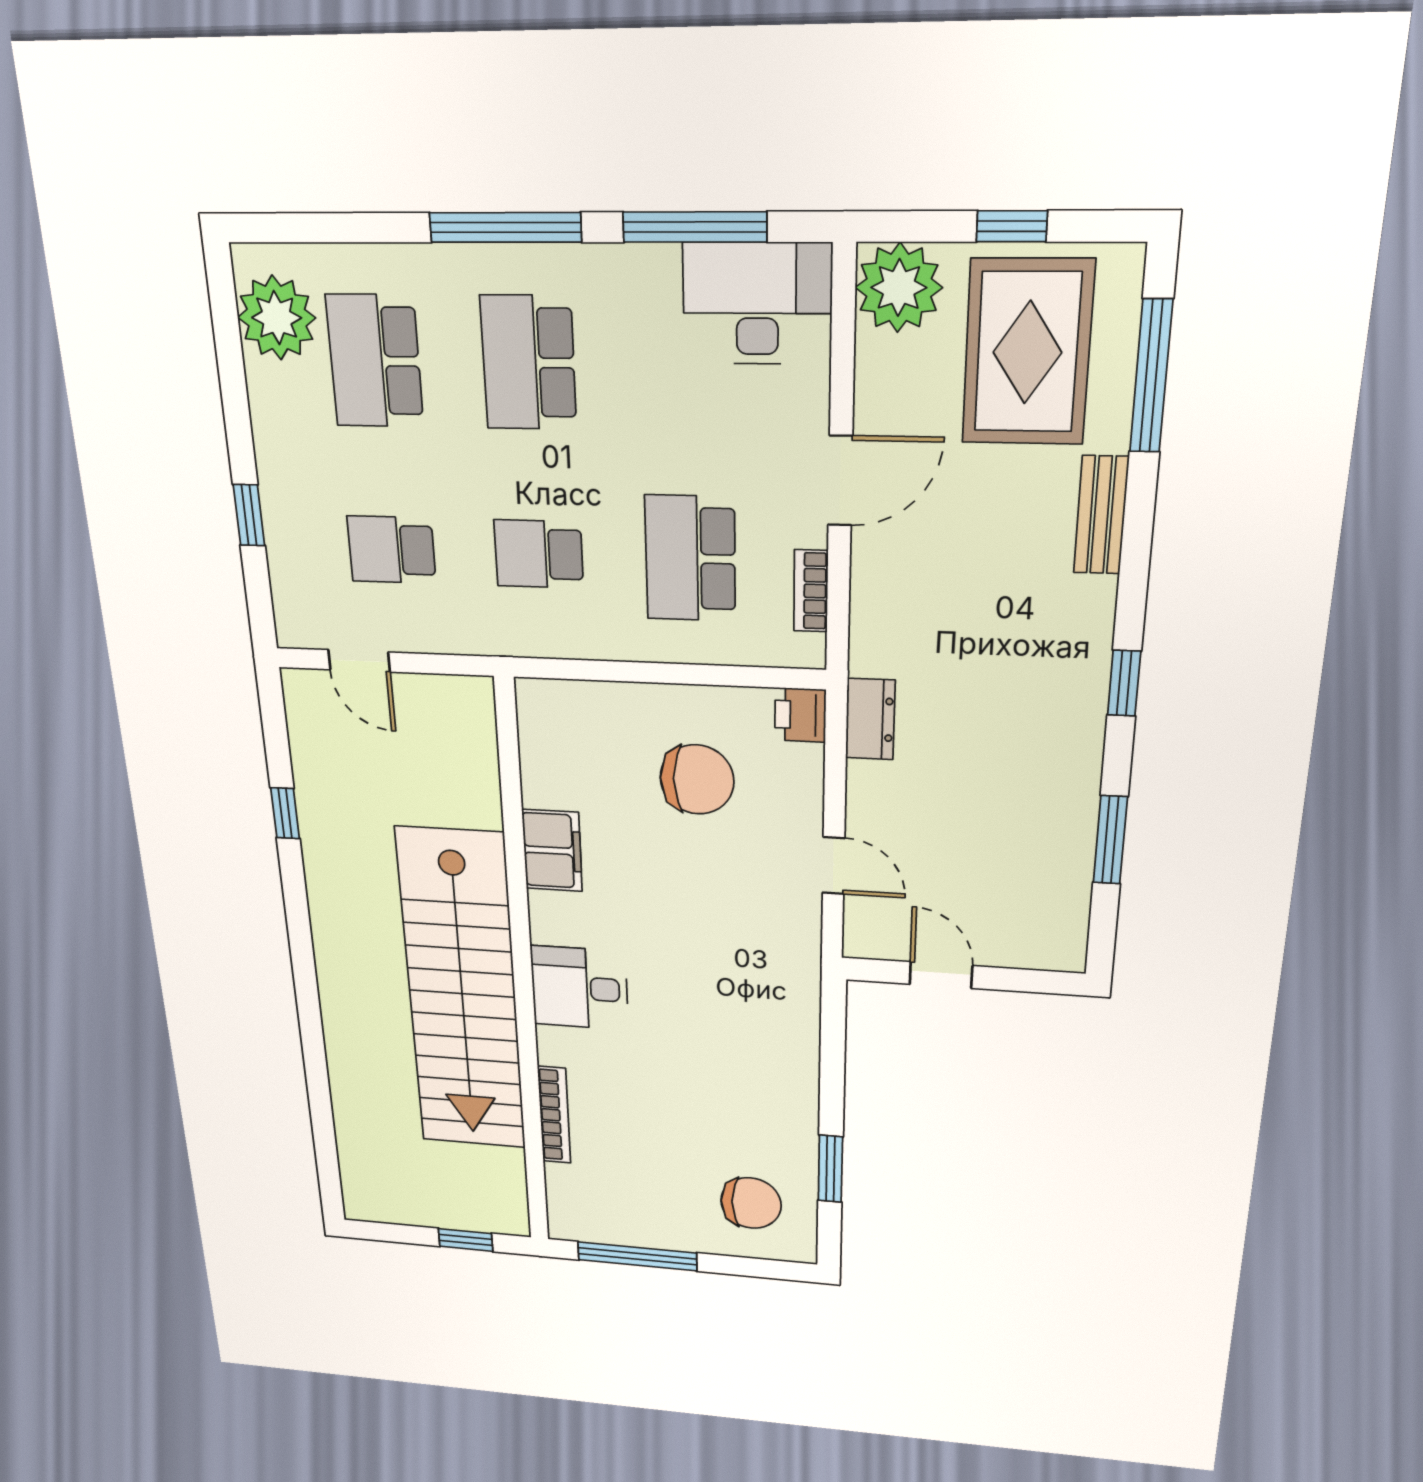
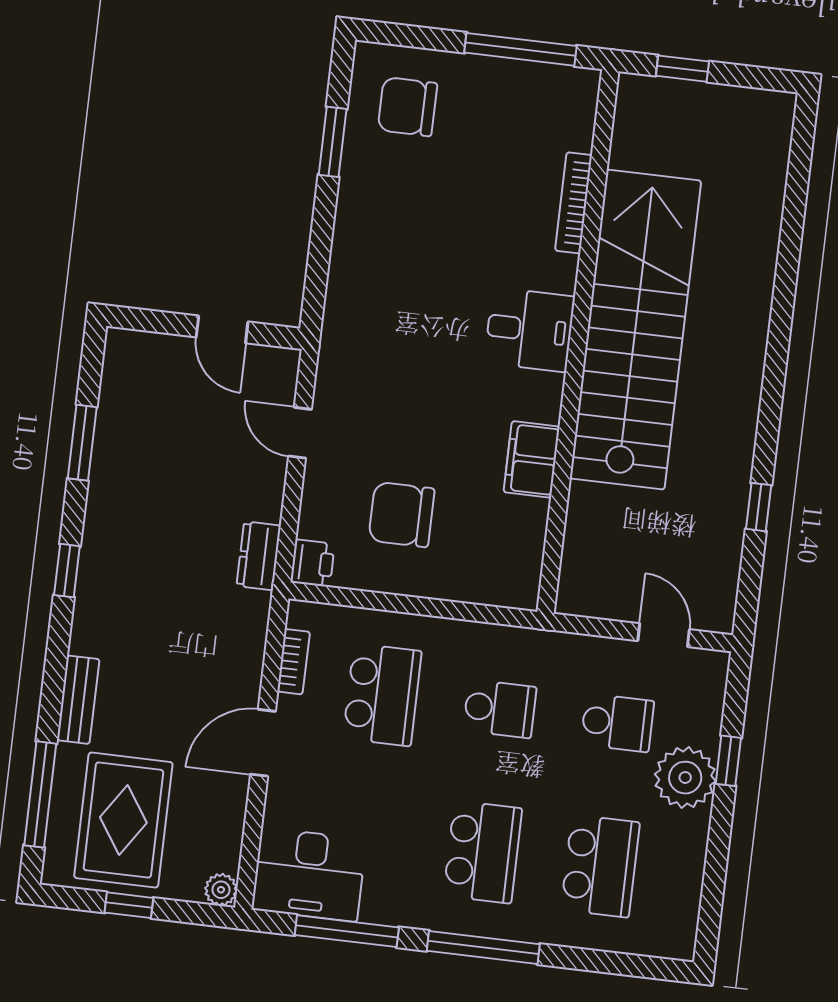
plant: (899, 288) -> (221, 890), width x0.53, depth x0.53
plant: (277, 318) -> (685, 778), moved

